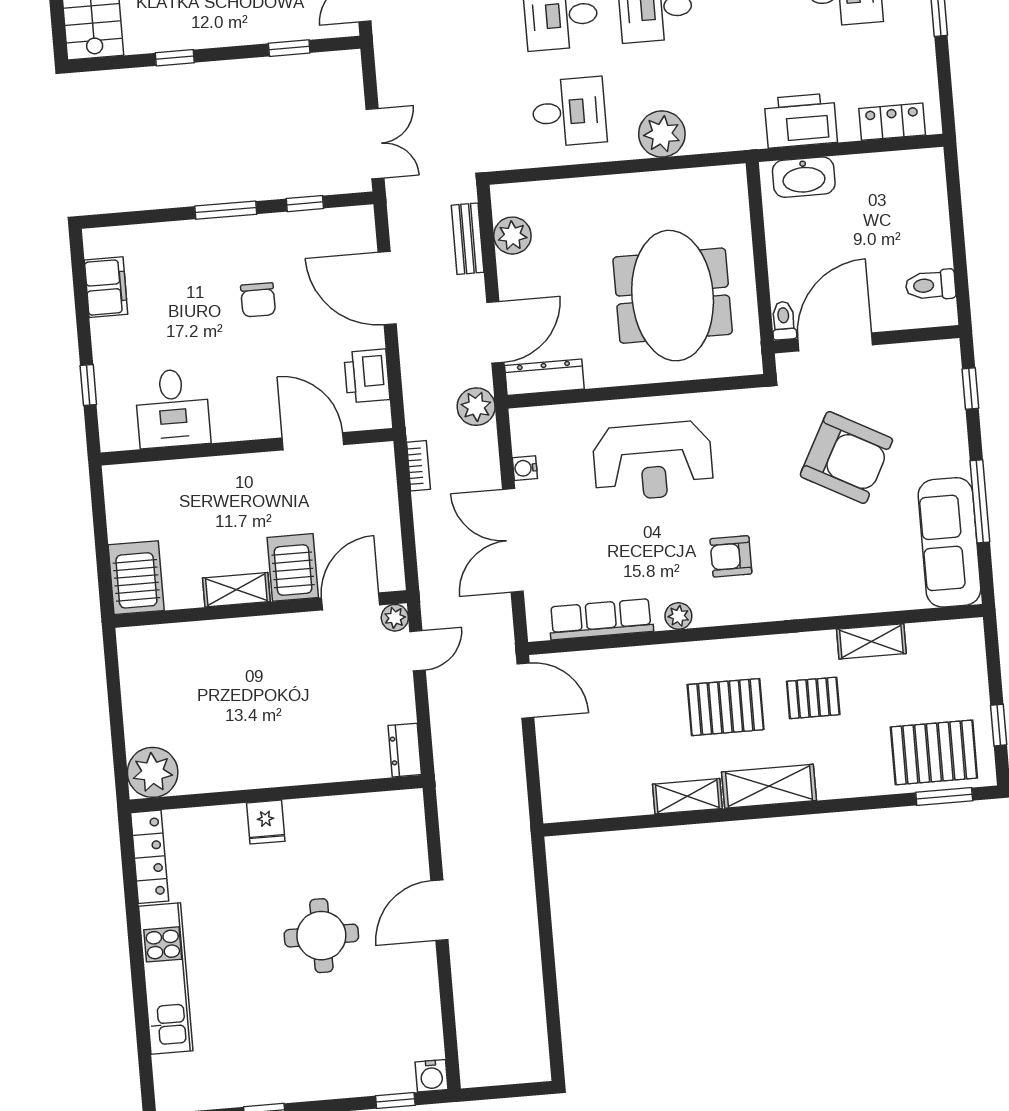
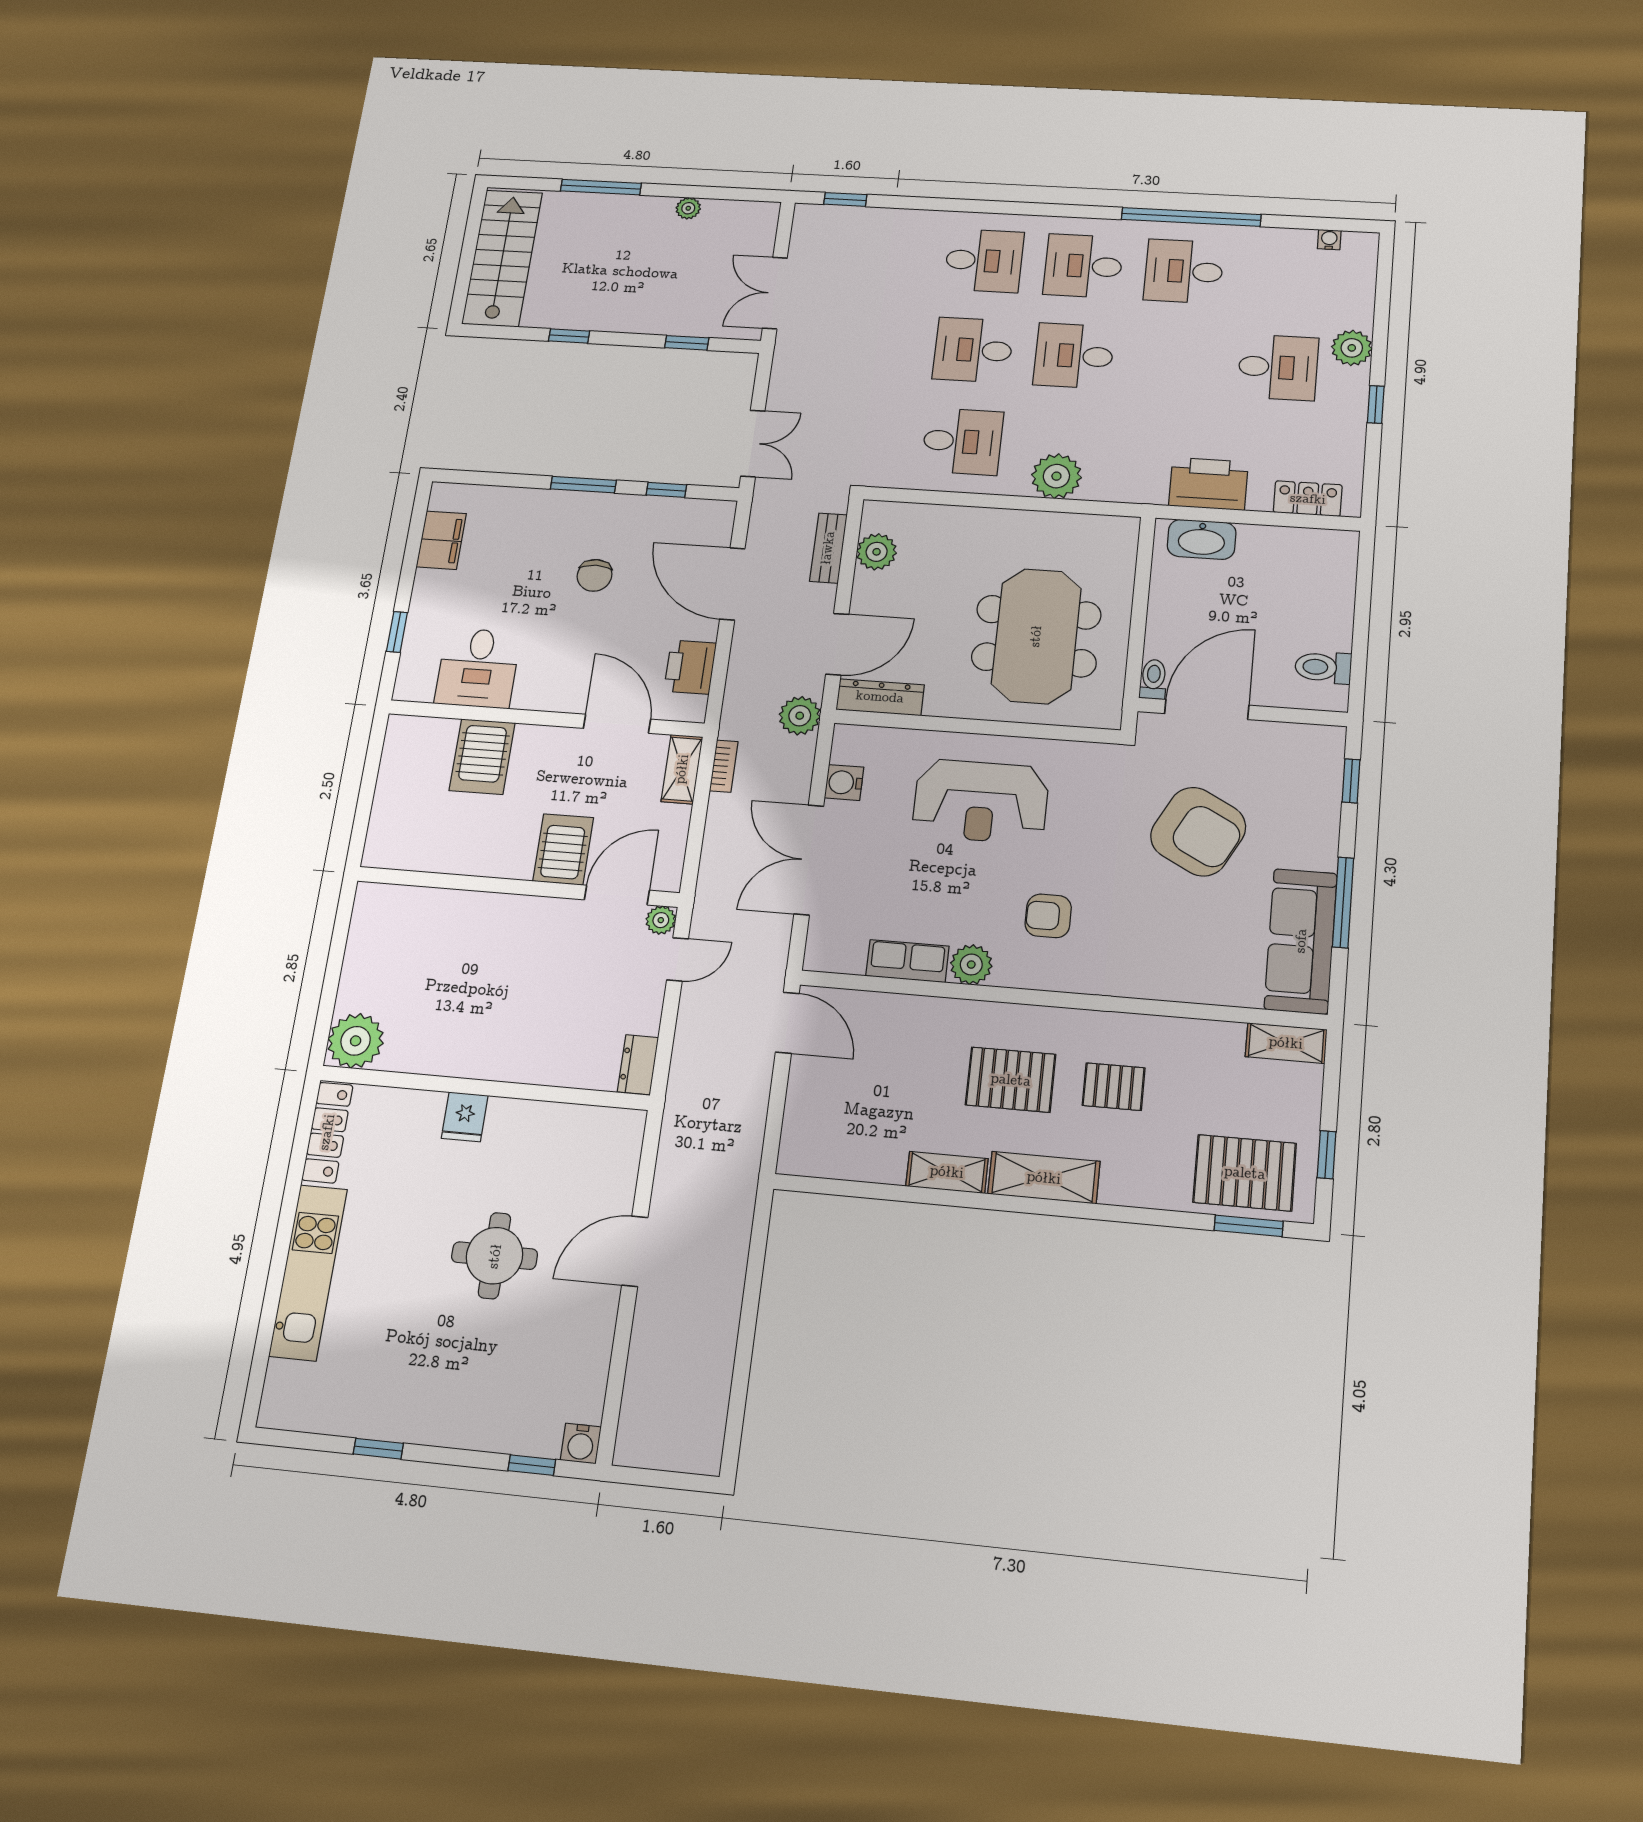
water cooler: (525, 468) -> (844, 783), width x1.38, depth x1.38
server rack: (136, 578) -> (482, 757), moved, turned 180
shelving: (236, 590) -> (682, 769), moved, turned 90
plant: (678, 616) -> (971, 965), width x1.38, depth x1.38
row of seats: (601, 619) -> (907, 961), width x0.68
shelving: (871, 641) -> (1286, 1043), moved

